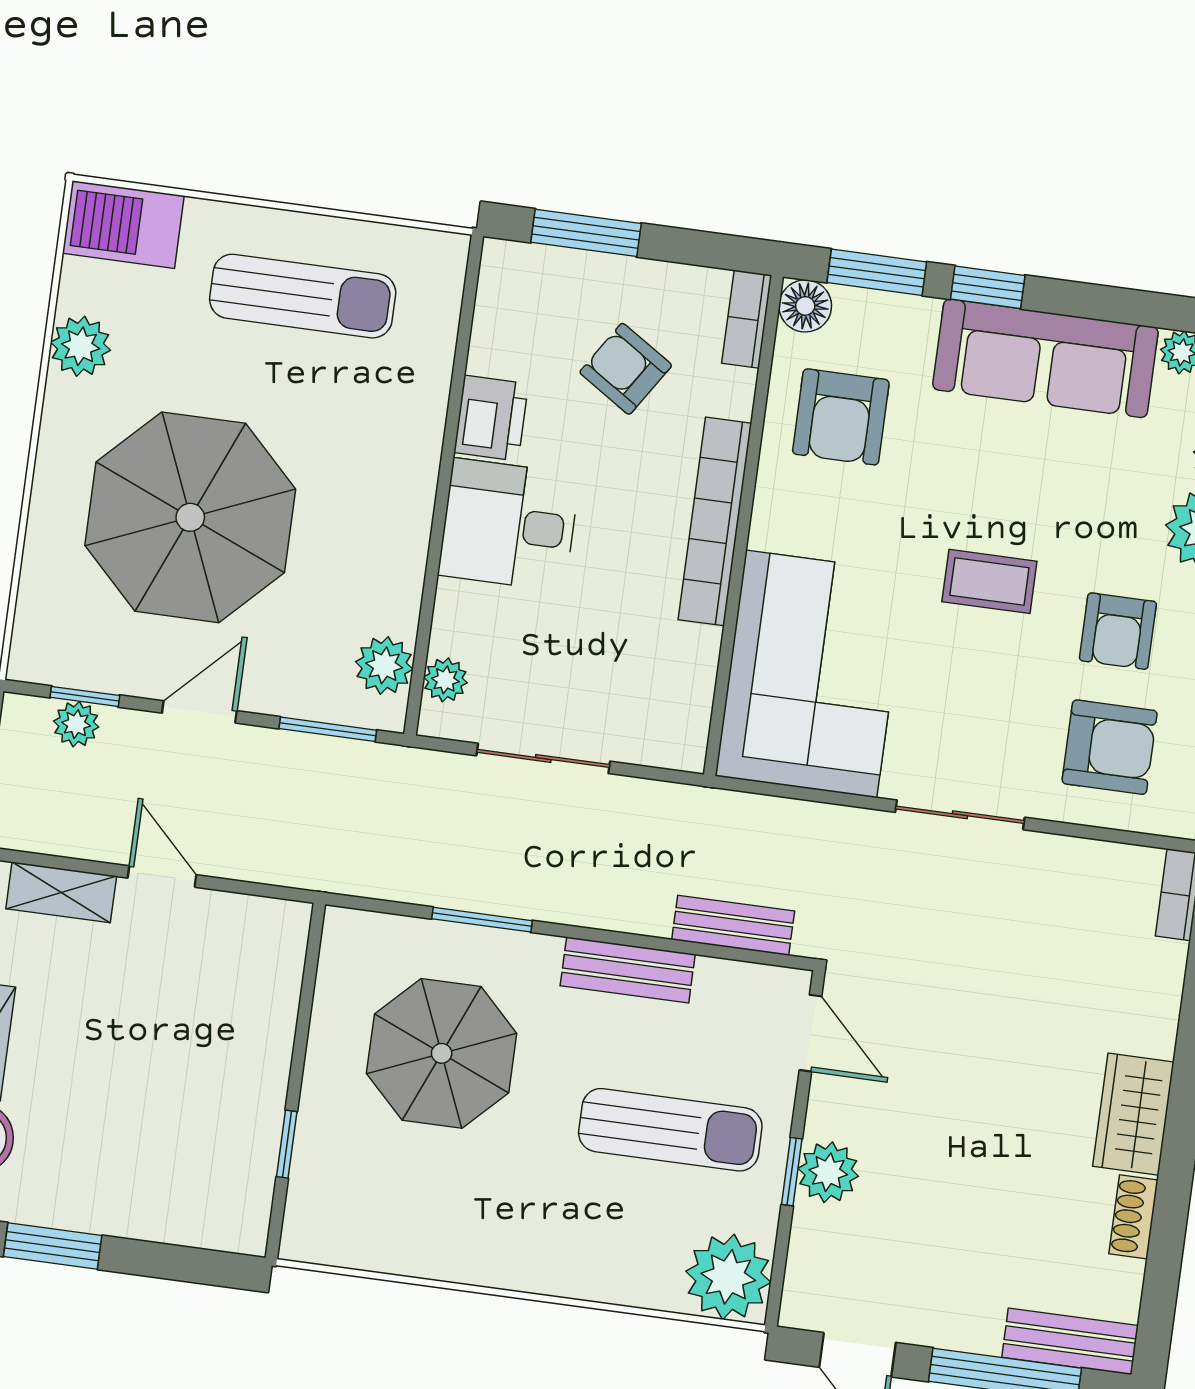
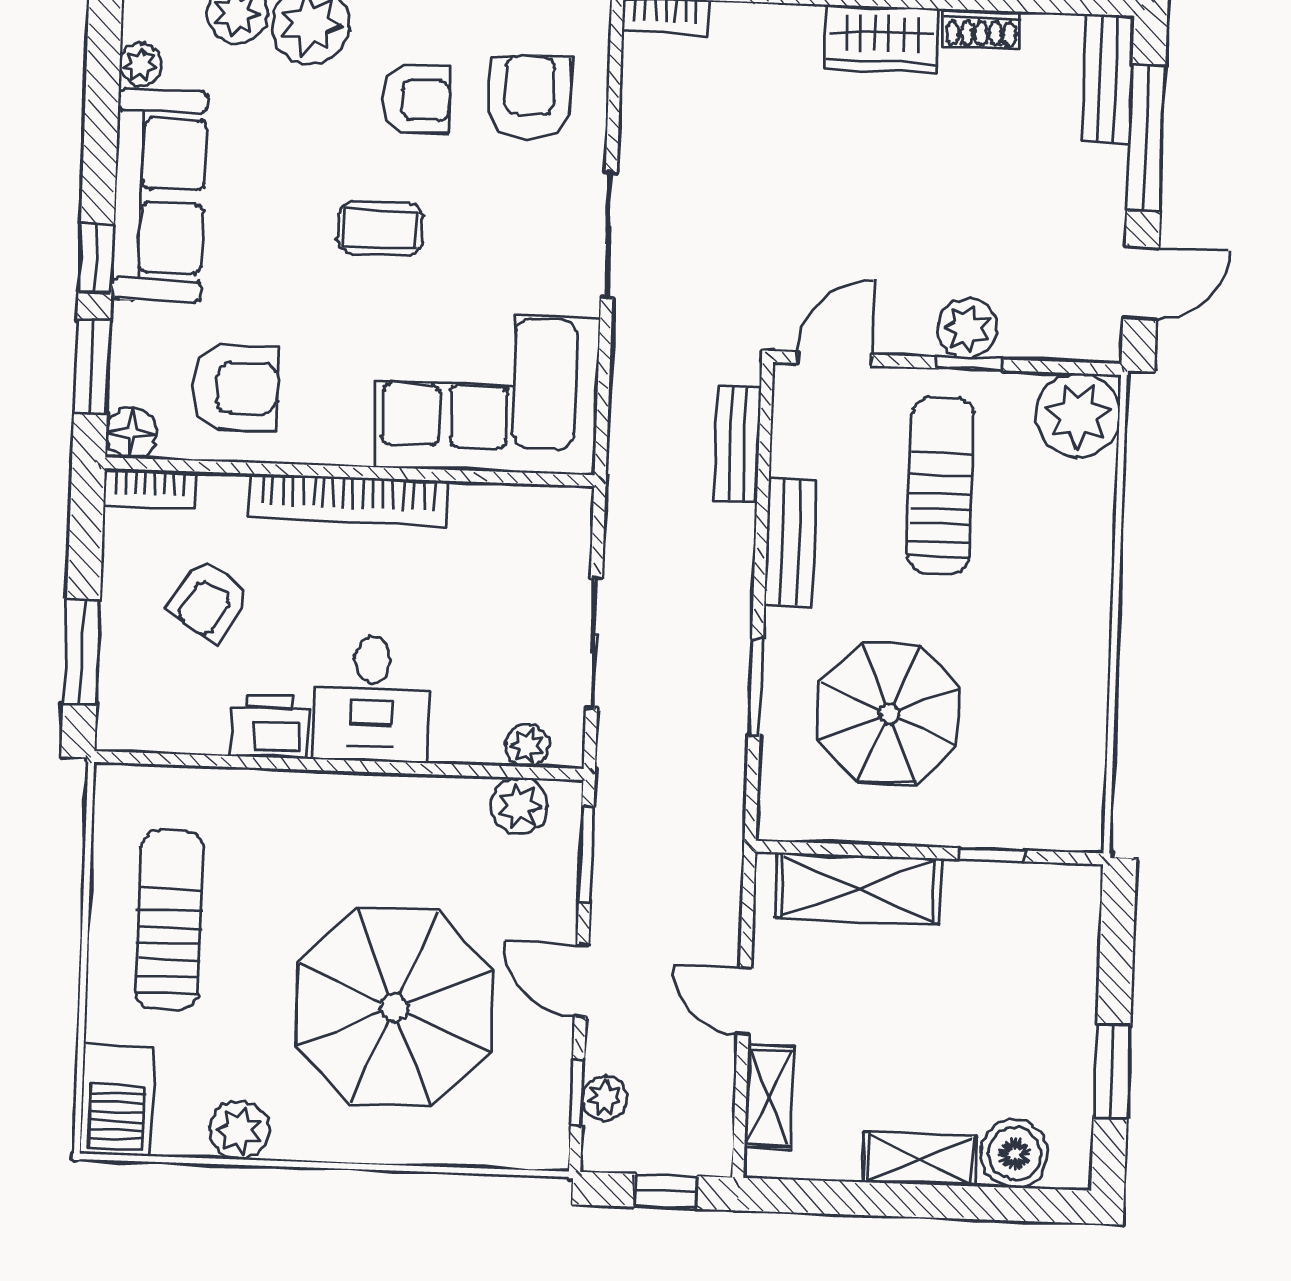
coffee table: (989, 581) -> (380, 229), turned 90
door: (162, 876) -> (744, 1001), hinge flipped
shelving: (266, 1004) -> (858, 888), added

